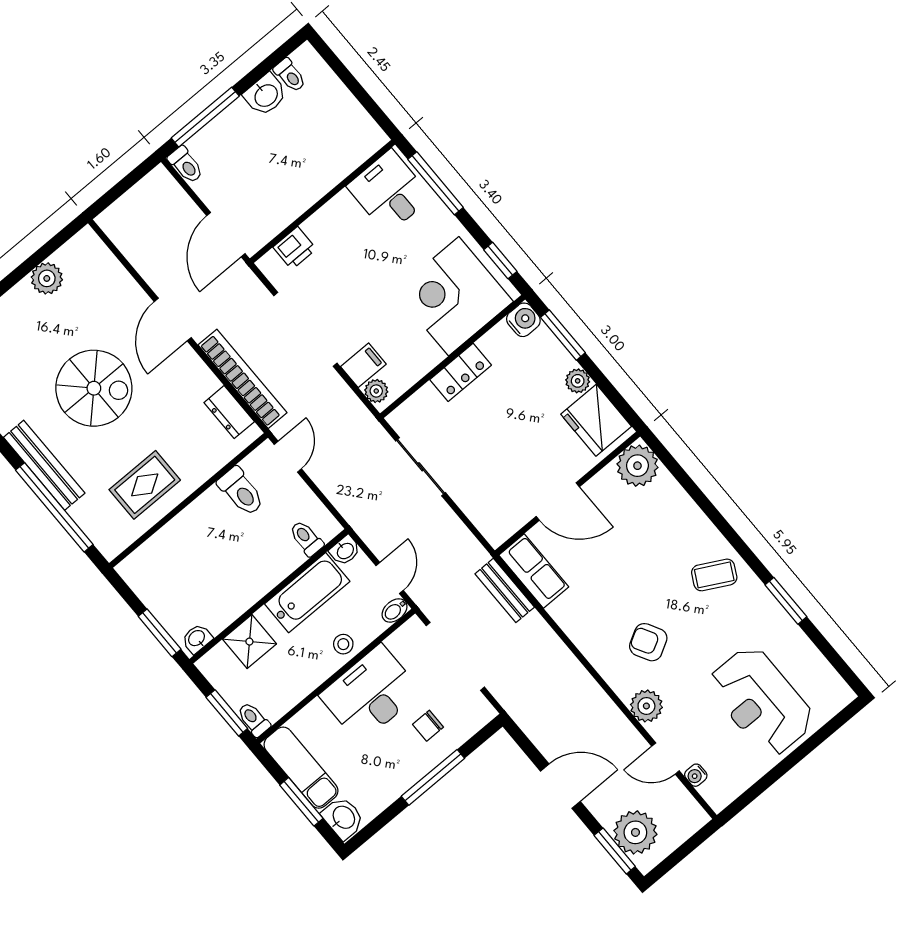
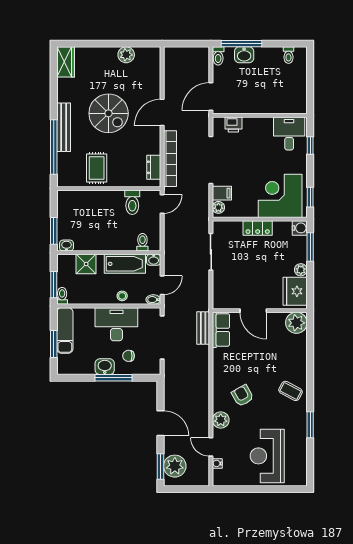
washbasin: (266, 95) -> (244, 55), moved
window: (436, 183) -> (310, 145), width x0.46
rug: (145, 485) -> (97, 168), turned 90
washbasin: (343, 818) -> (105, 367), moved, turned -90

